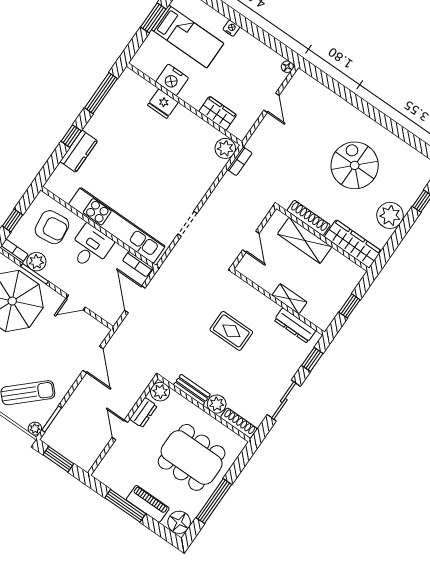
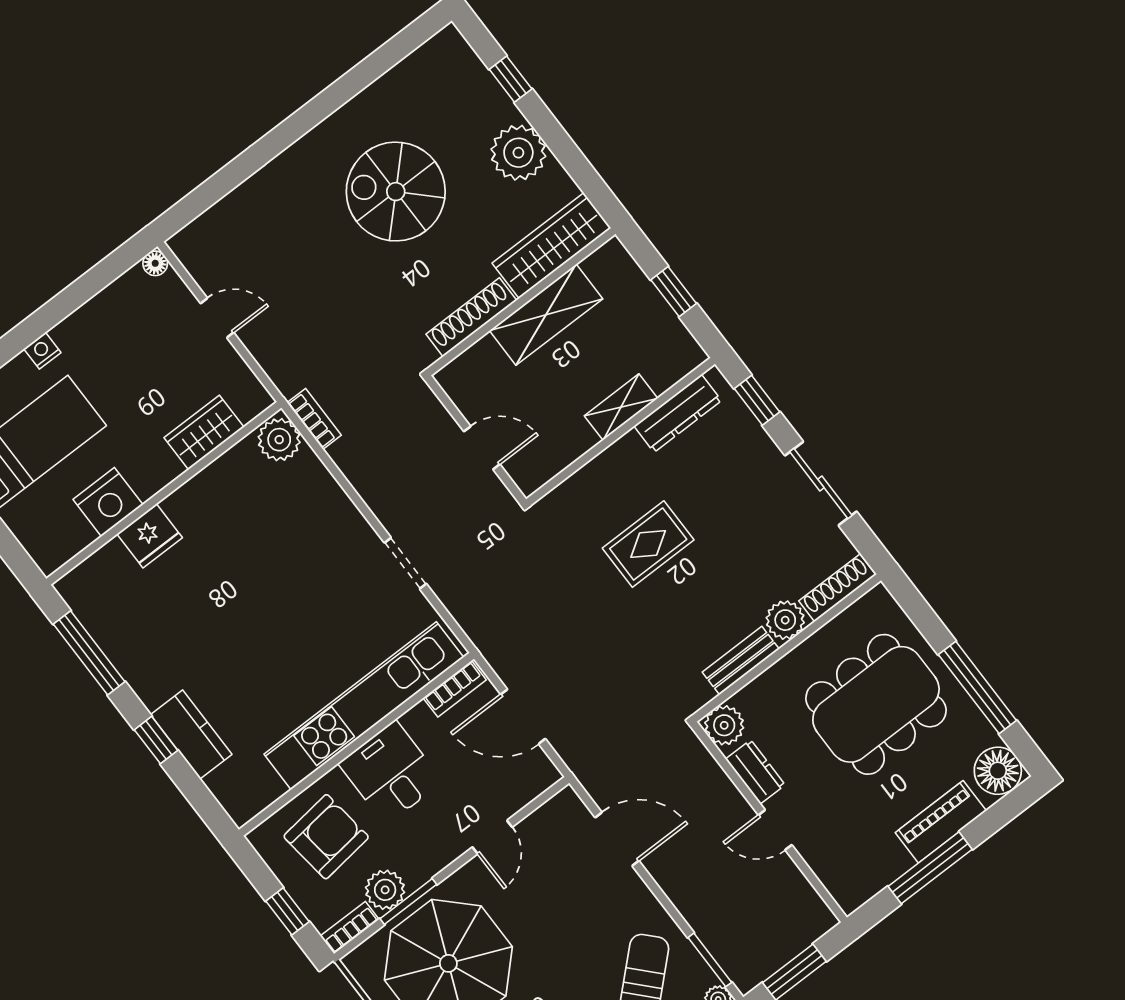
shelving: (305, 240) -> (546, 315), moved

